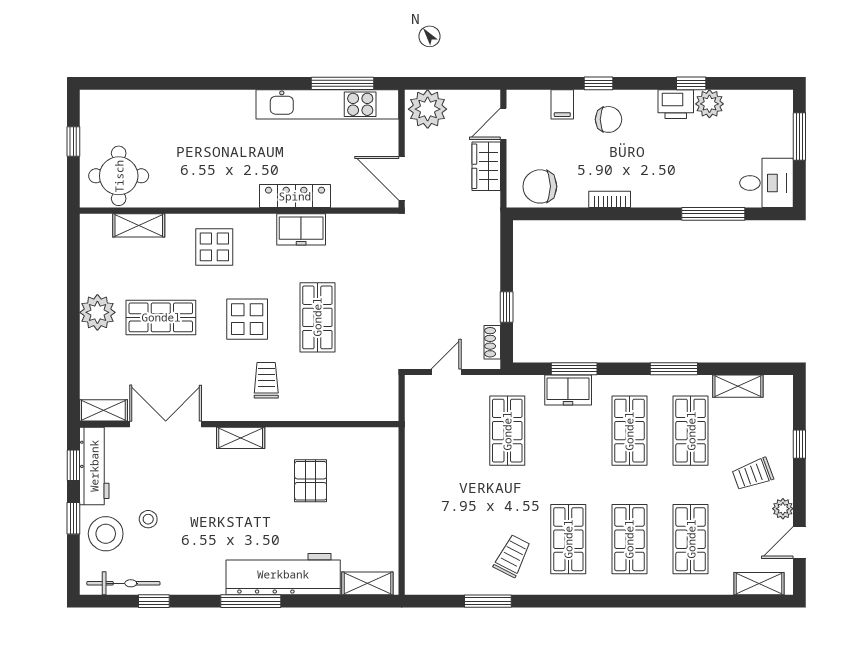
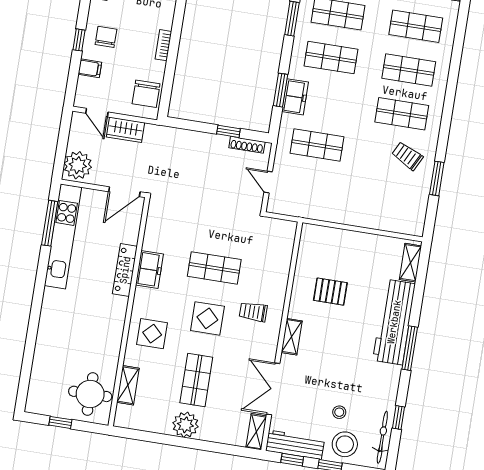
shoe rack: (492, 342) -> (247, 145), width x1.43

